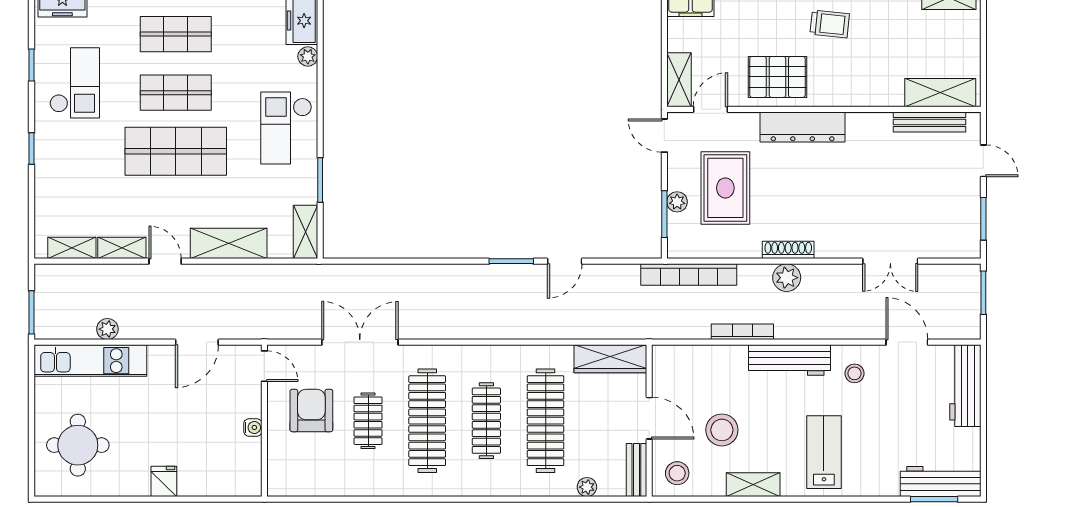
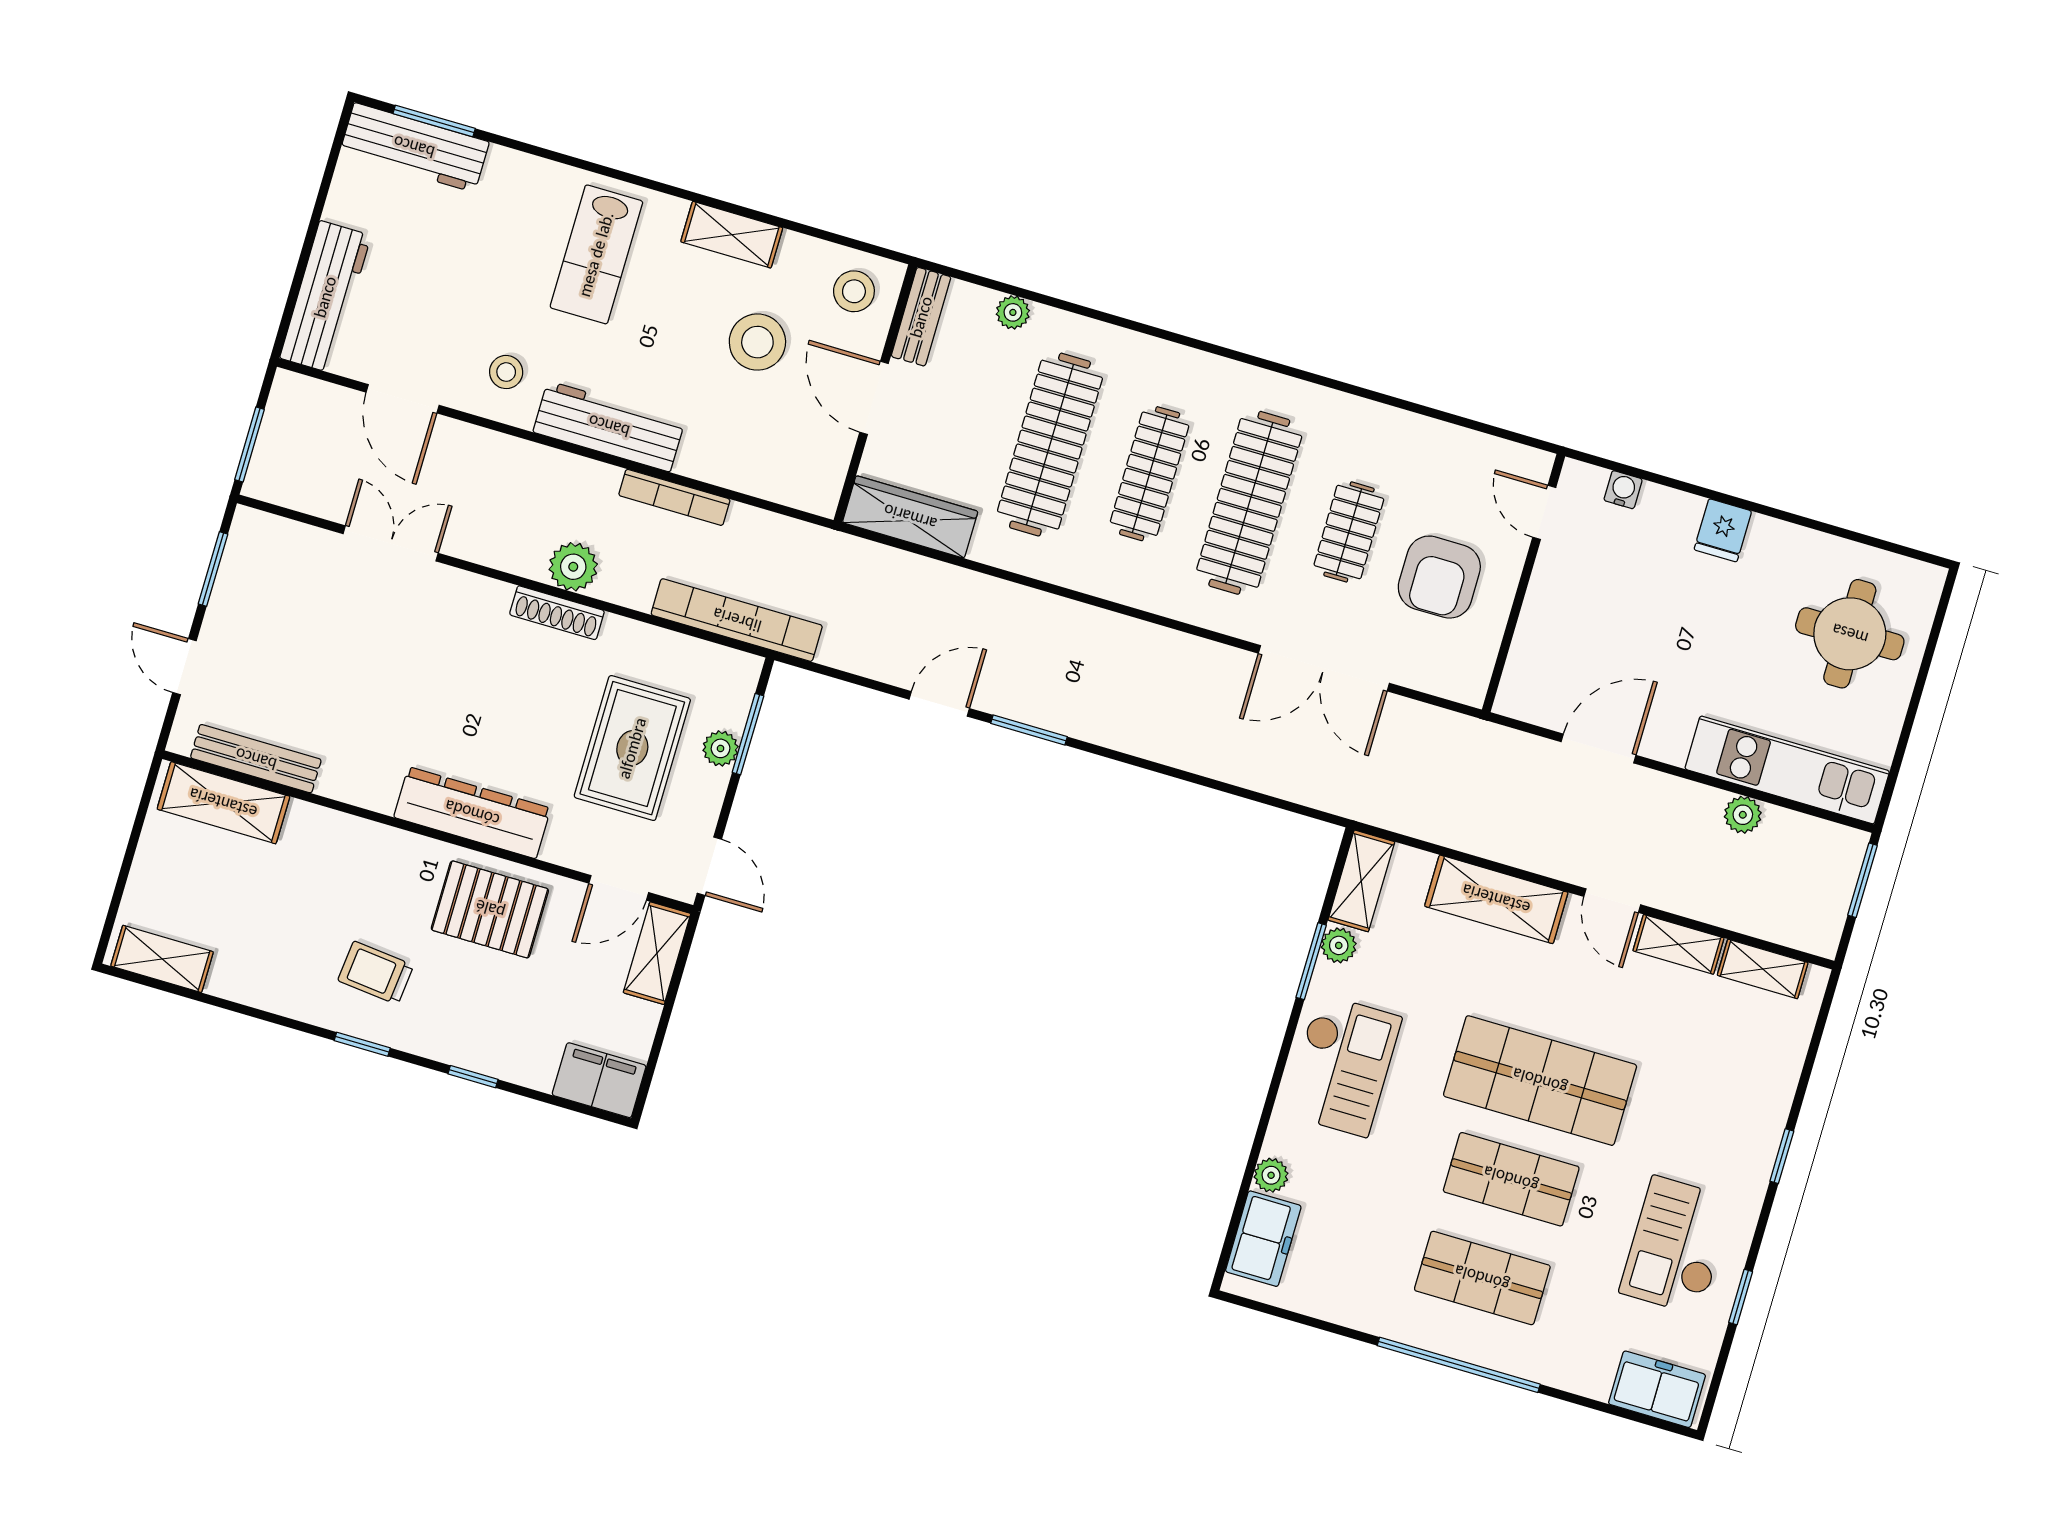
plant: (307, 193) -> (1339, 945), added
door: (264, 366) -> (1544, 512), moved
water cooler: (253, 427) -> (1623, 490), moved, turned 90

